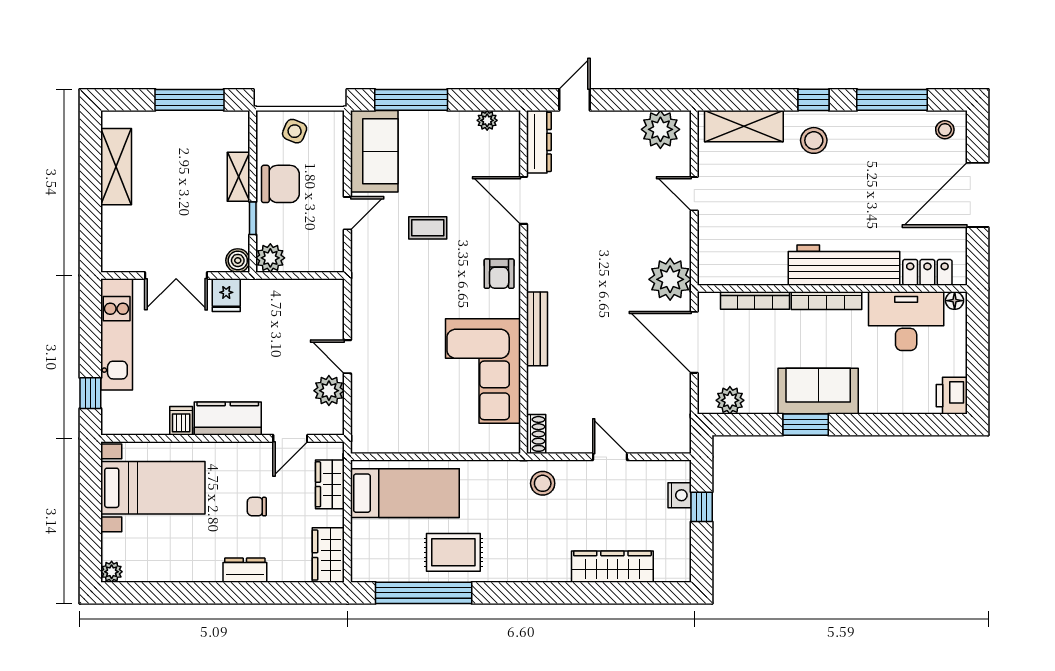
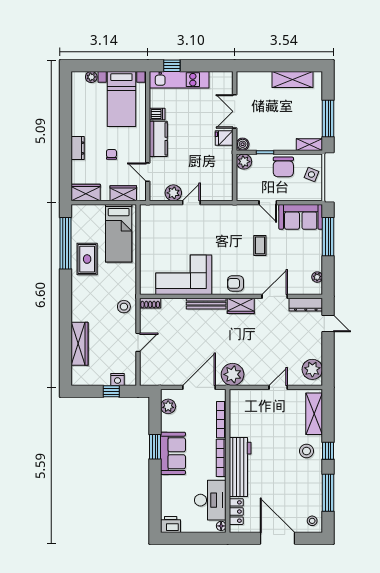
shelving: (239, 177) -> (309, 145), moved
wardrobe: (541, 264) -> (241, 306), added
kitchen unit: (117, 334) -> (179, 80), moved
plant: (112, 572) -> (91, 77), moved

